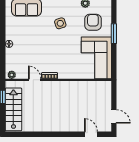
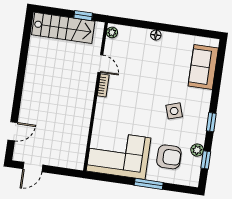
door: (35, 80) -> (100, 64), hinge flipped

